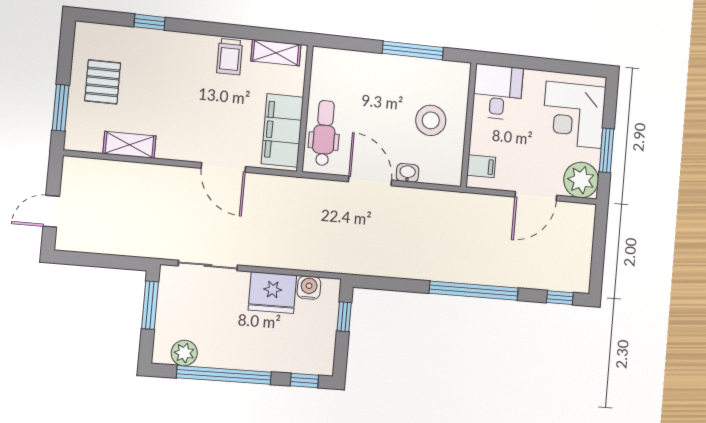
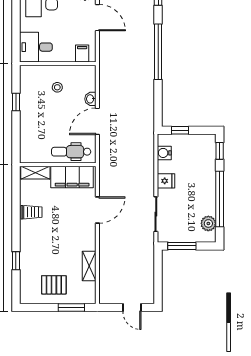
window: (413, 50) -> (16, 102), width x0.46
shelving: (276, 53) -> (35, 173), moved, turned 90
stool: (431, 120) -> (57, 87), width x0.53, depth x0.53
fridge: (272, 293) -> (166, 181), width x0.53, depth x0.75

